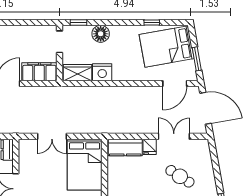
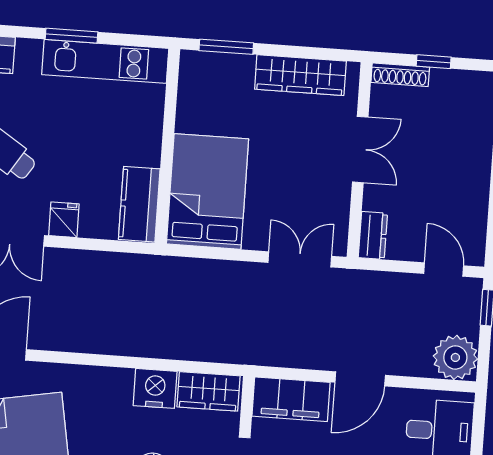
double door: (52, 136) -> (300, 259), moved
kitchen counter: (125, 147) -> (139, 204), moved, turned -90

